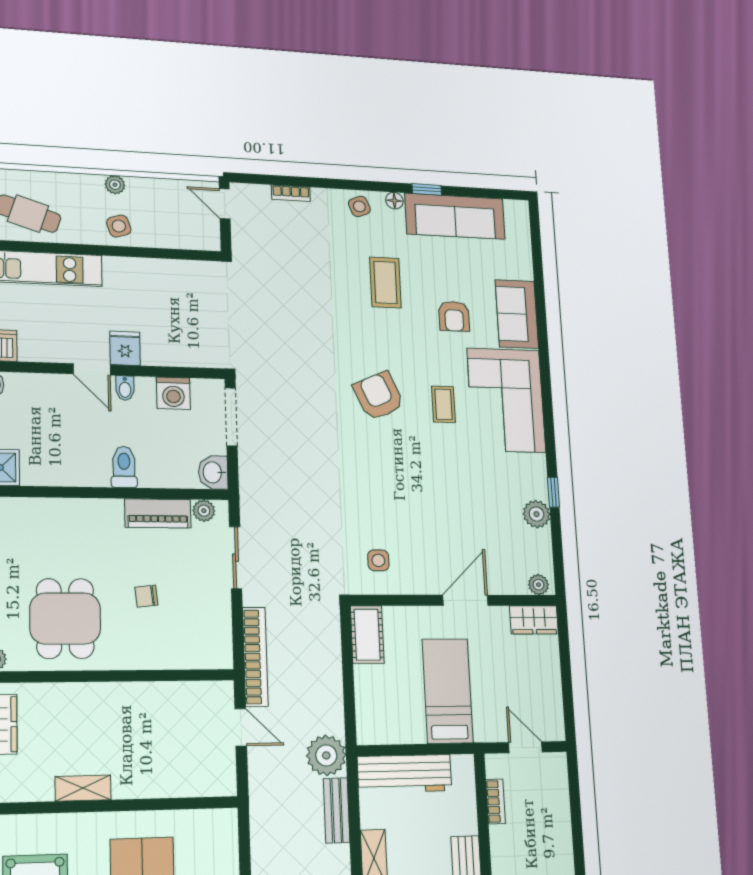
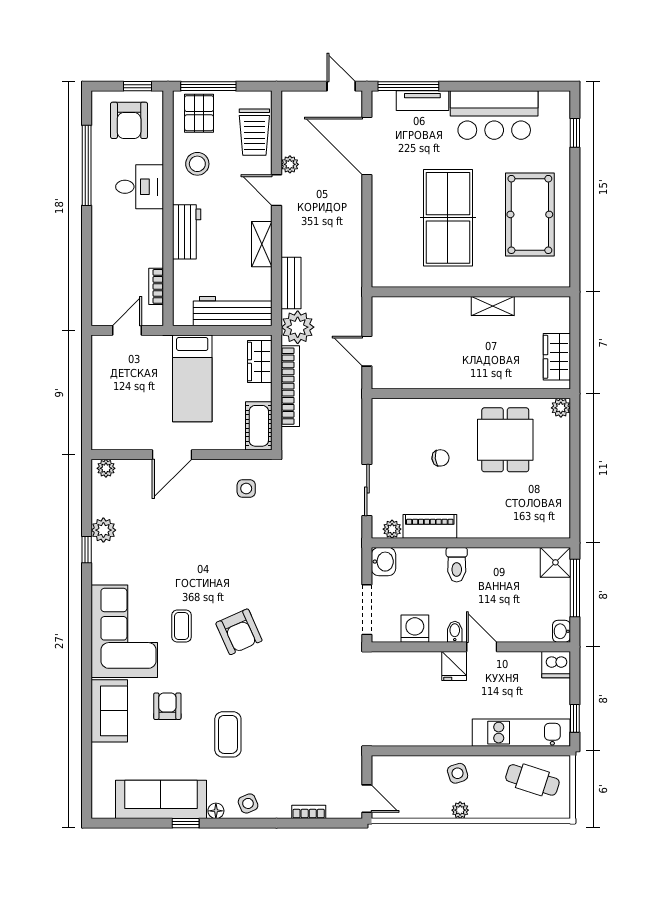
wardrobe: (534, 620) -> (260, 362), moved, turned -90
bookcase: (255, 657) -> (290, 386), moved, turned 180
door: (525, 747) -> (127, 330), swing flipped

